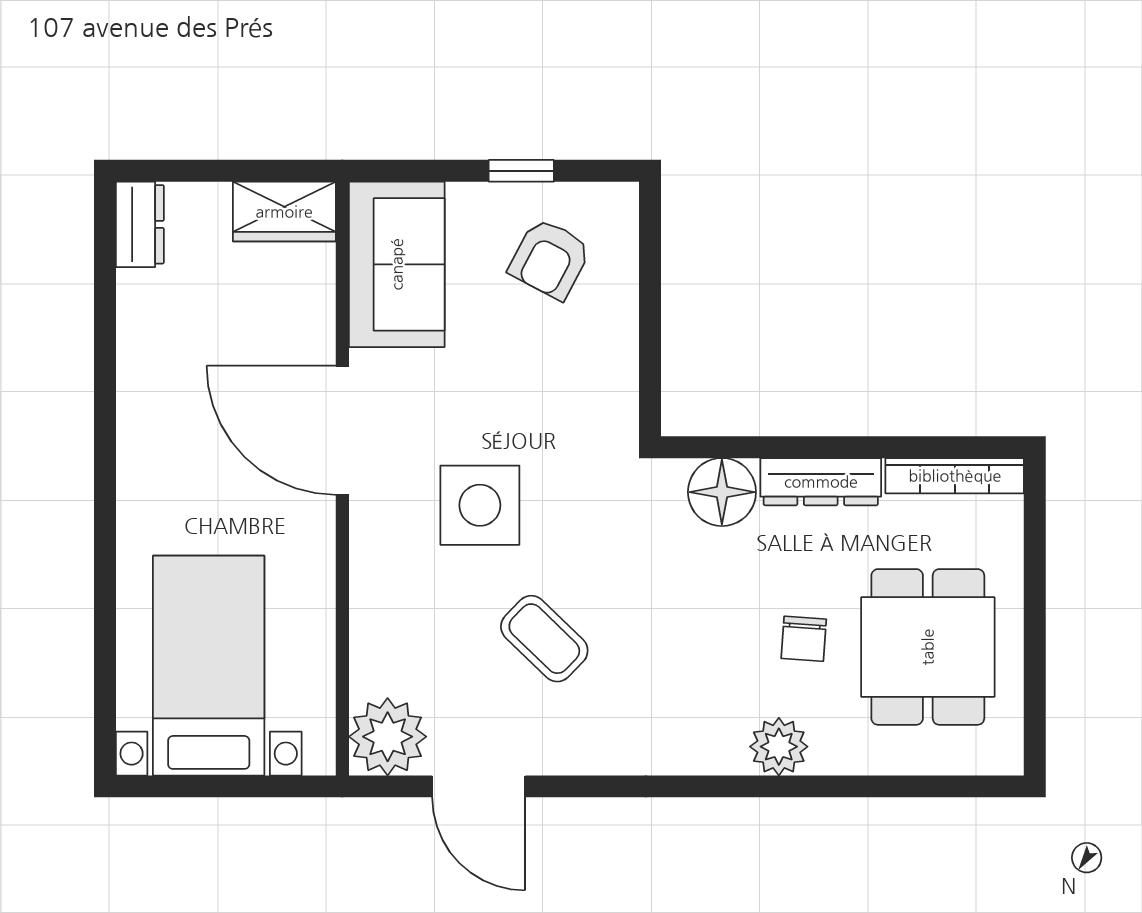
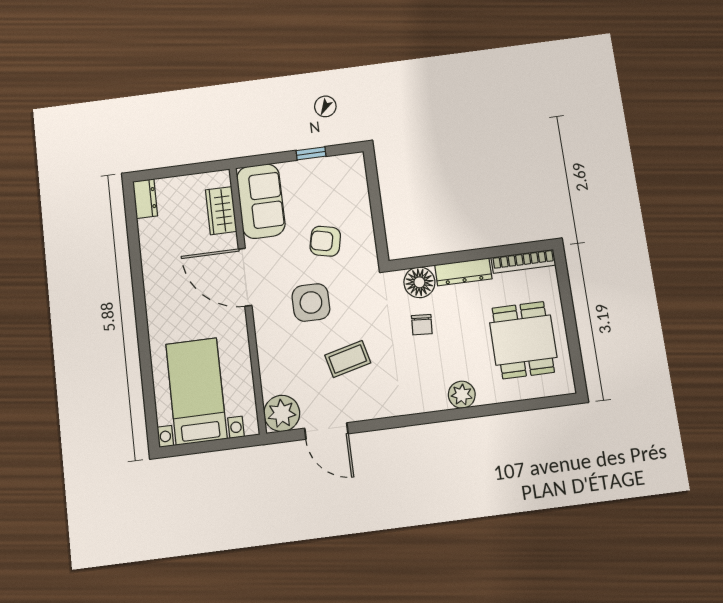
wardrobe: (284, 212) -> (221, 211), moved, turned 90
armchair: (550, 259) -> (325, 241), moved, turned 75
coffee table: (544, 639) -> (348, 359), turned -58
chair: (804, 639) -> (422, 325), moved

